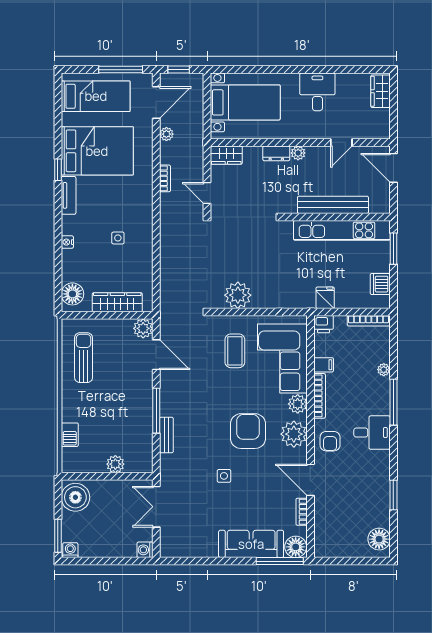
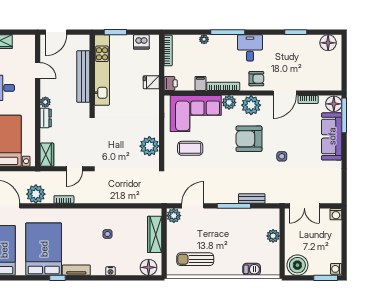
plant: (166, 134) -> (36, 194), width x1.87, depth x1.87

